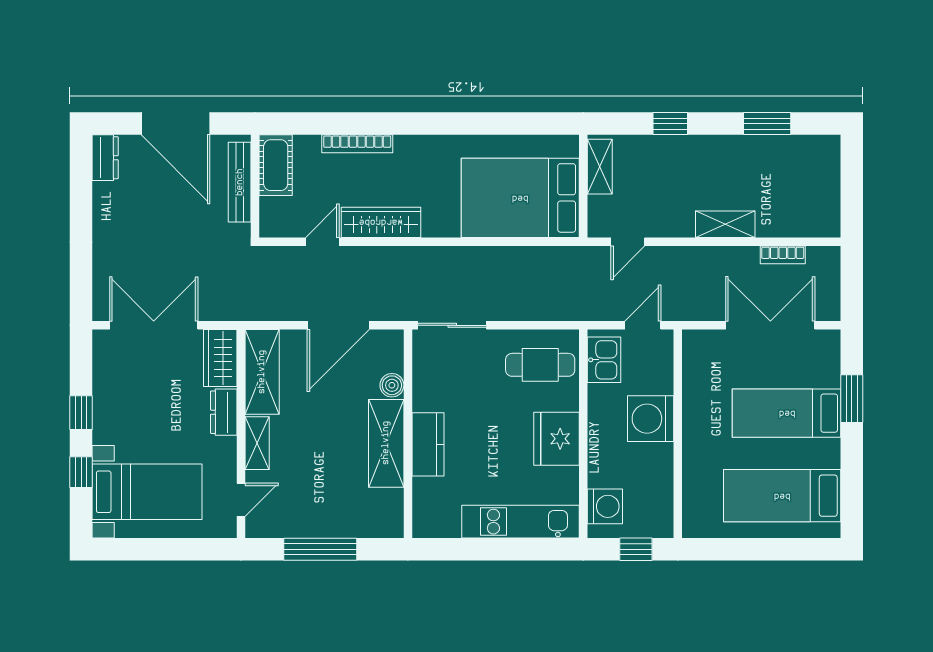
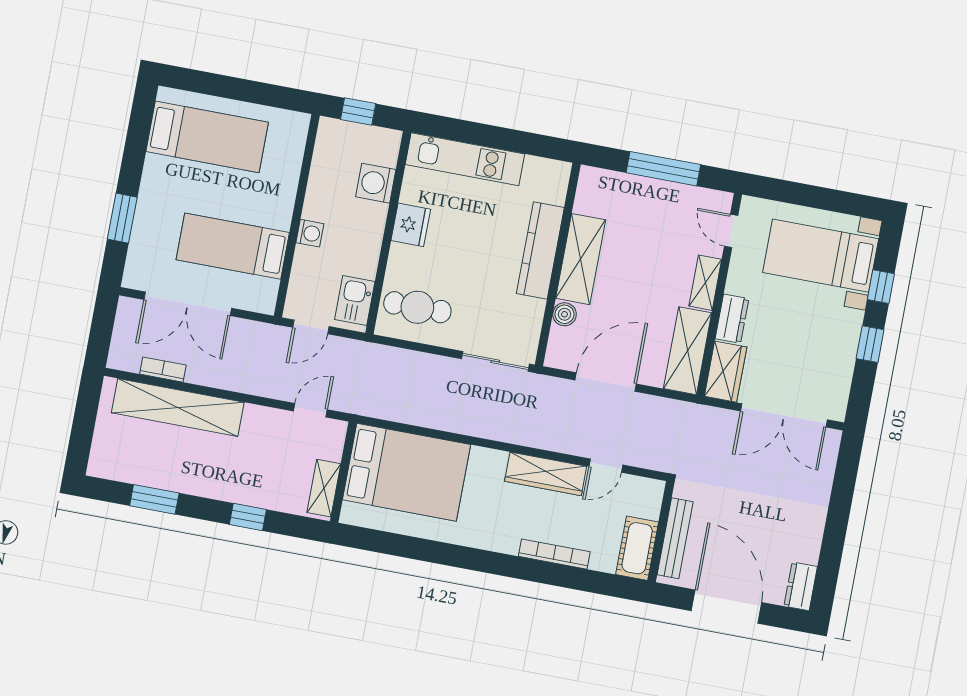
shelving: (725, 224) -> (178, 407), width x2.20, depth x1.33
bed: (787, 413) -> (233, 246), moved, turned 180
washing machine: (651, 419) -> (310, 233), width x0.53, depth x0.53
fridge: (557, 439) -> (411, 225), width x0.73, depth x0.75
kitchen counter: (428, 444) -> (540, 250), width x1.50
door: (241, 500) -> (731, 231), hinge flipped
washing machine: (605, 506) -> (376, 183), moved

